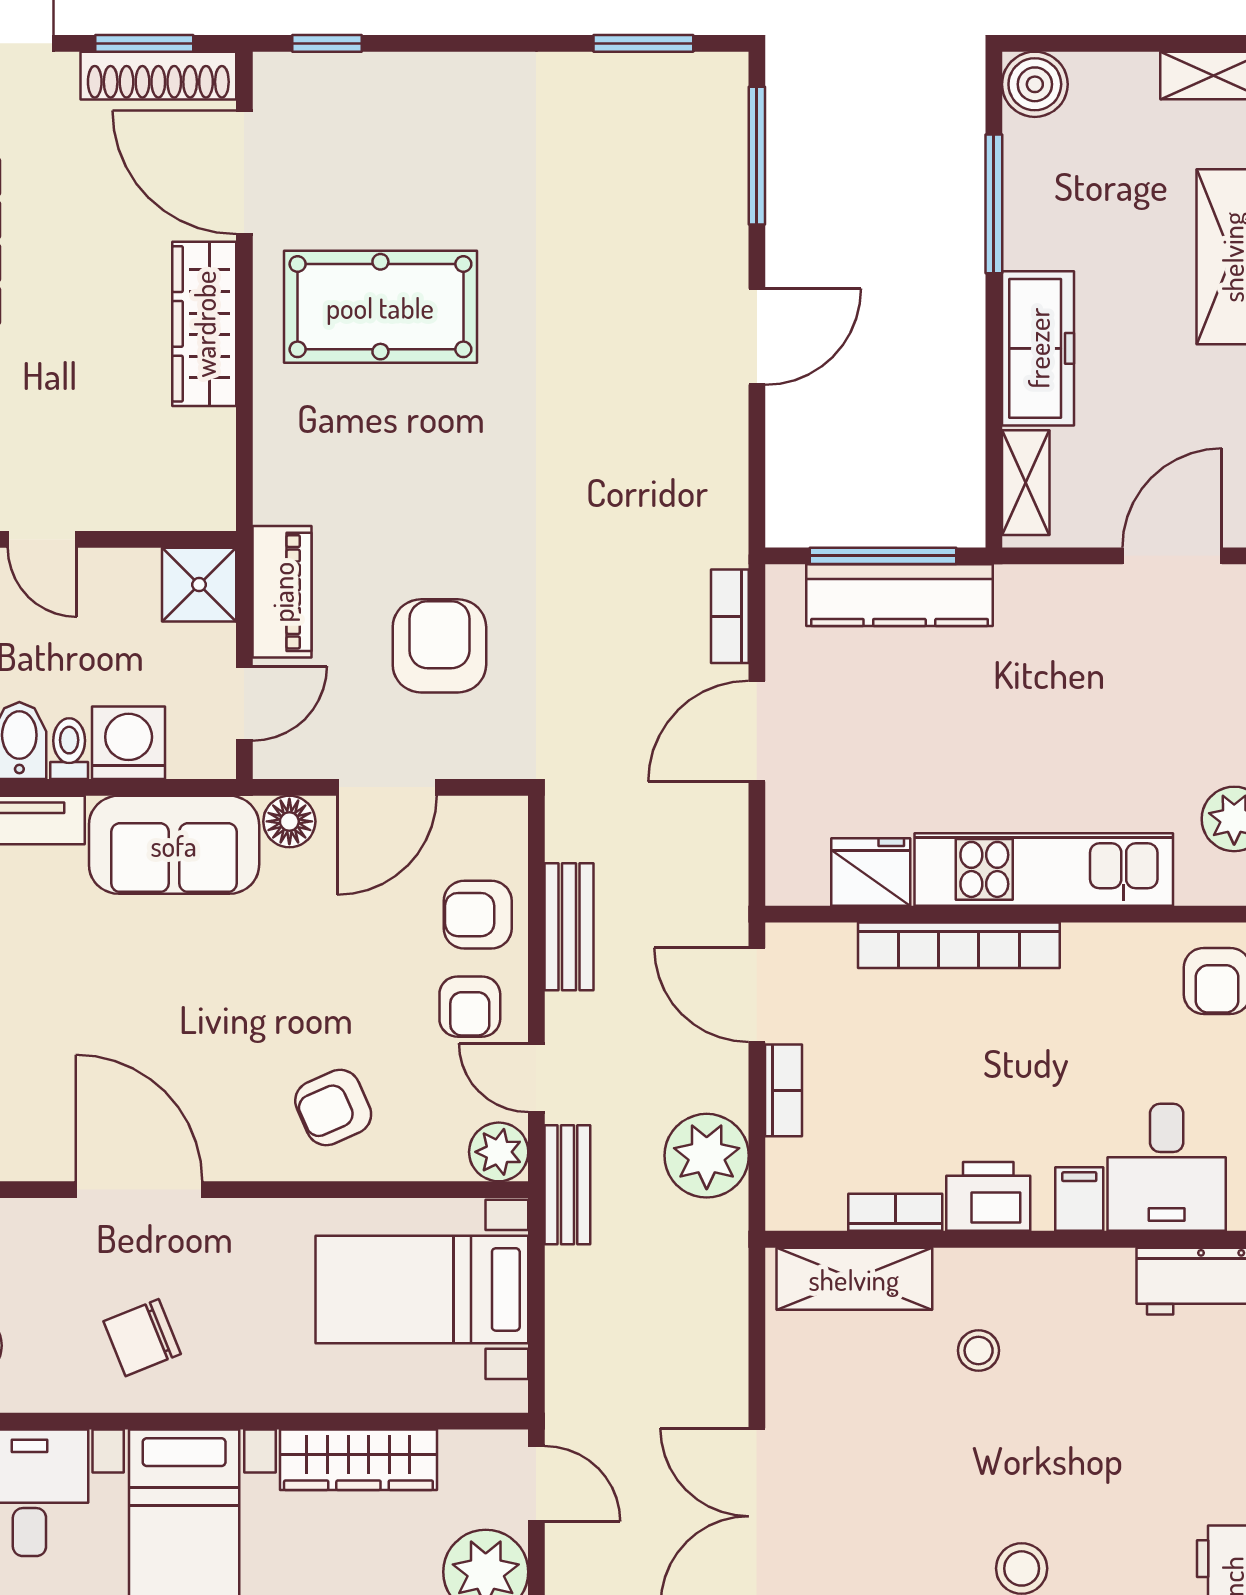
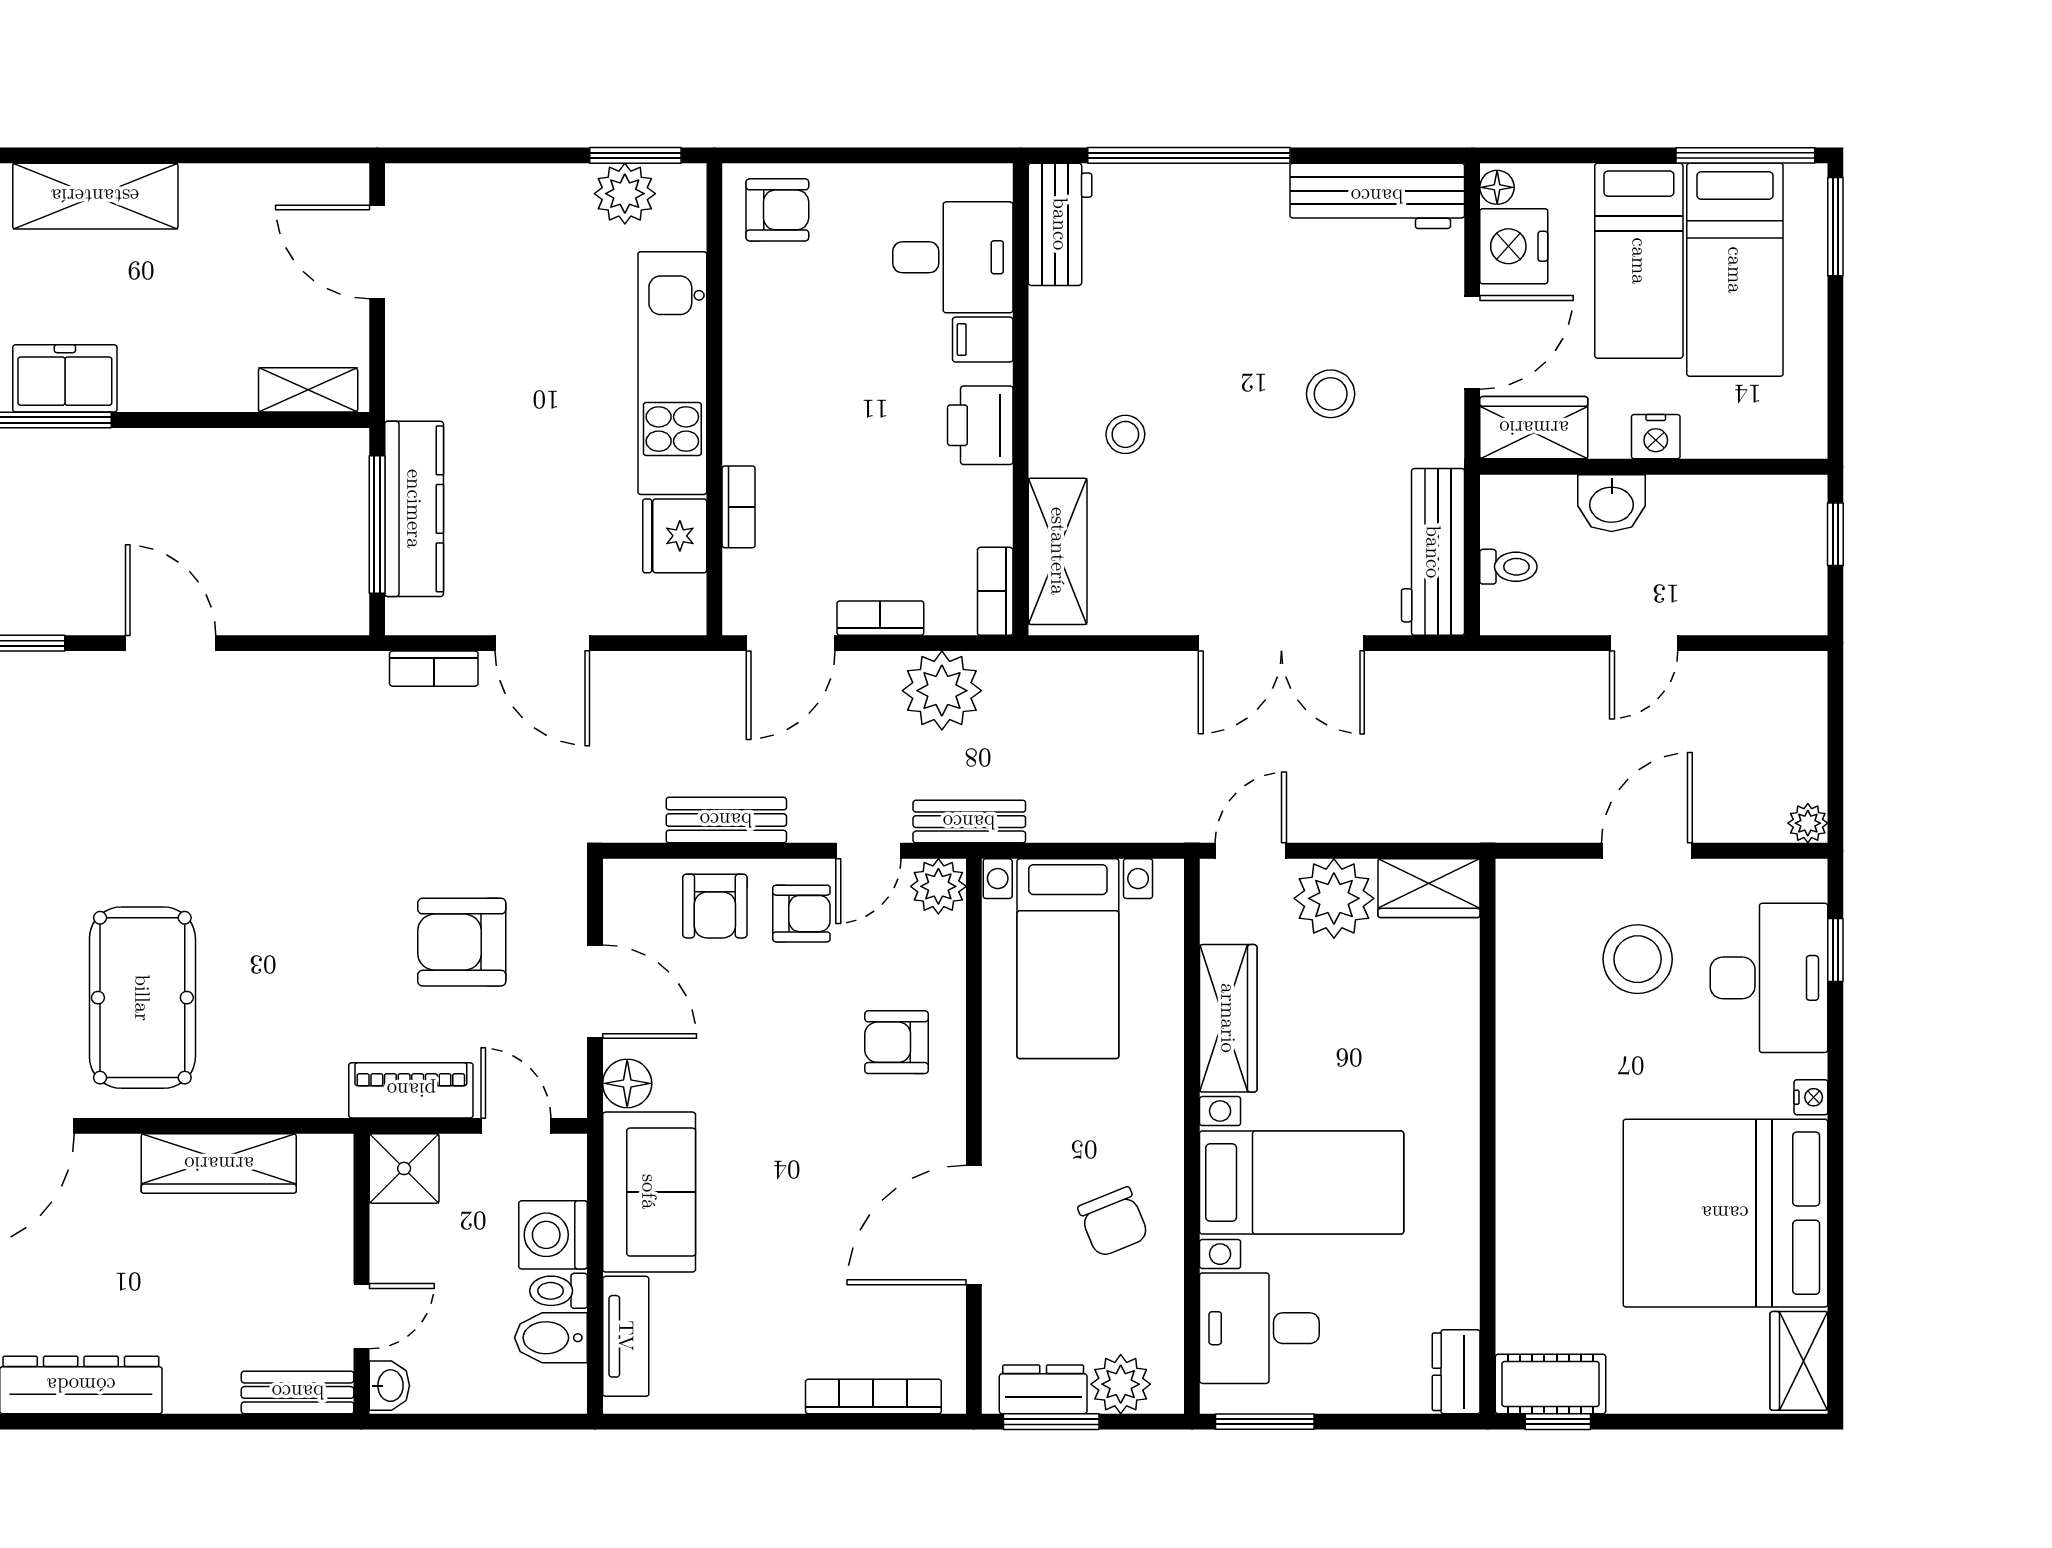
wardrobe: (204, 324) -> (219, 1164), moved
freezer: (1038, 348) -> (65, 378), moved, width x0.71
bookcase: (959, 945) -> (739, 507), width x0.43, depth x0.76
armchair: (333, 1107) -> (897, 1042), turned 114
bookcase: (895, 1212) -> (995, 591), moved

